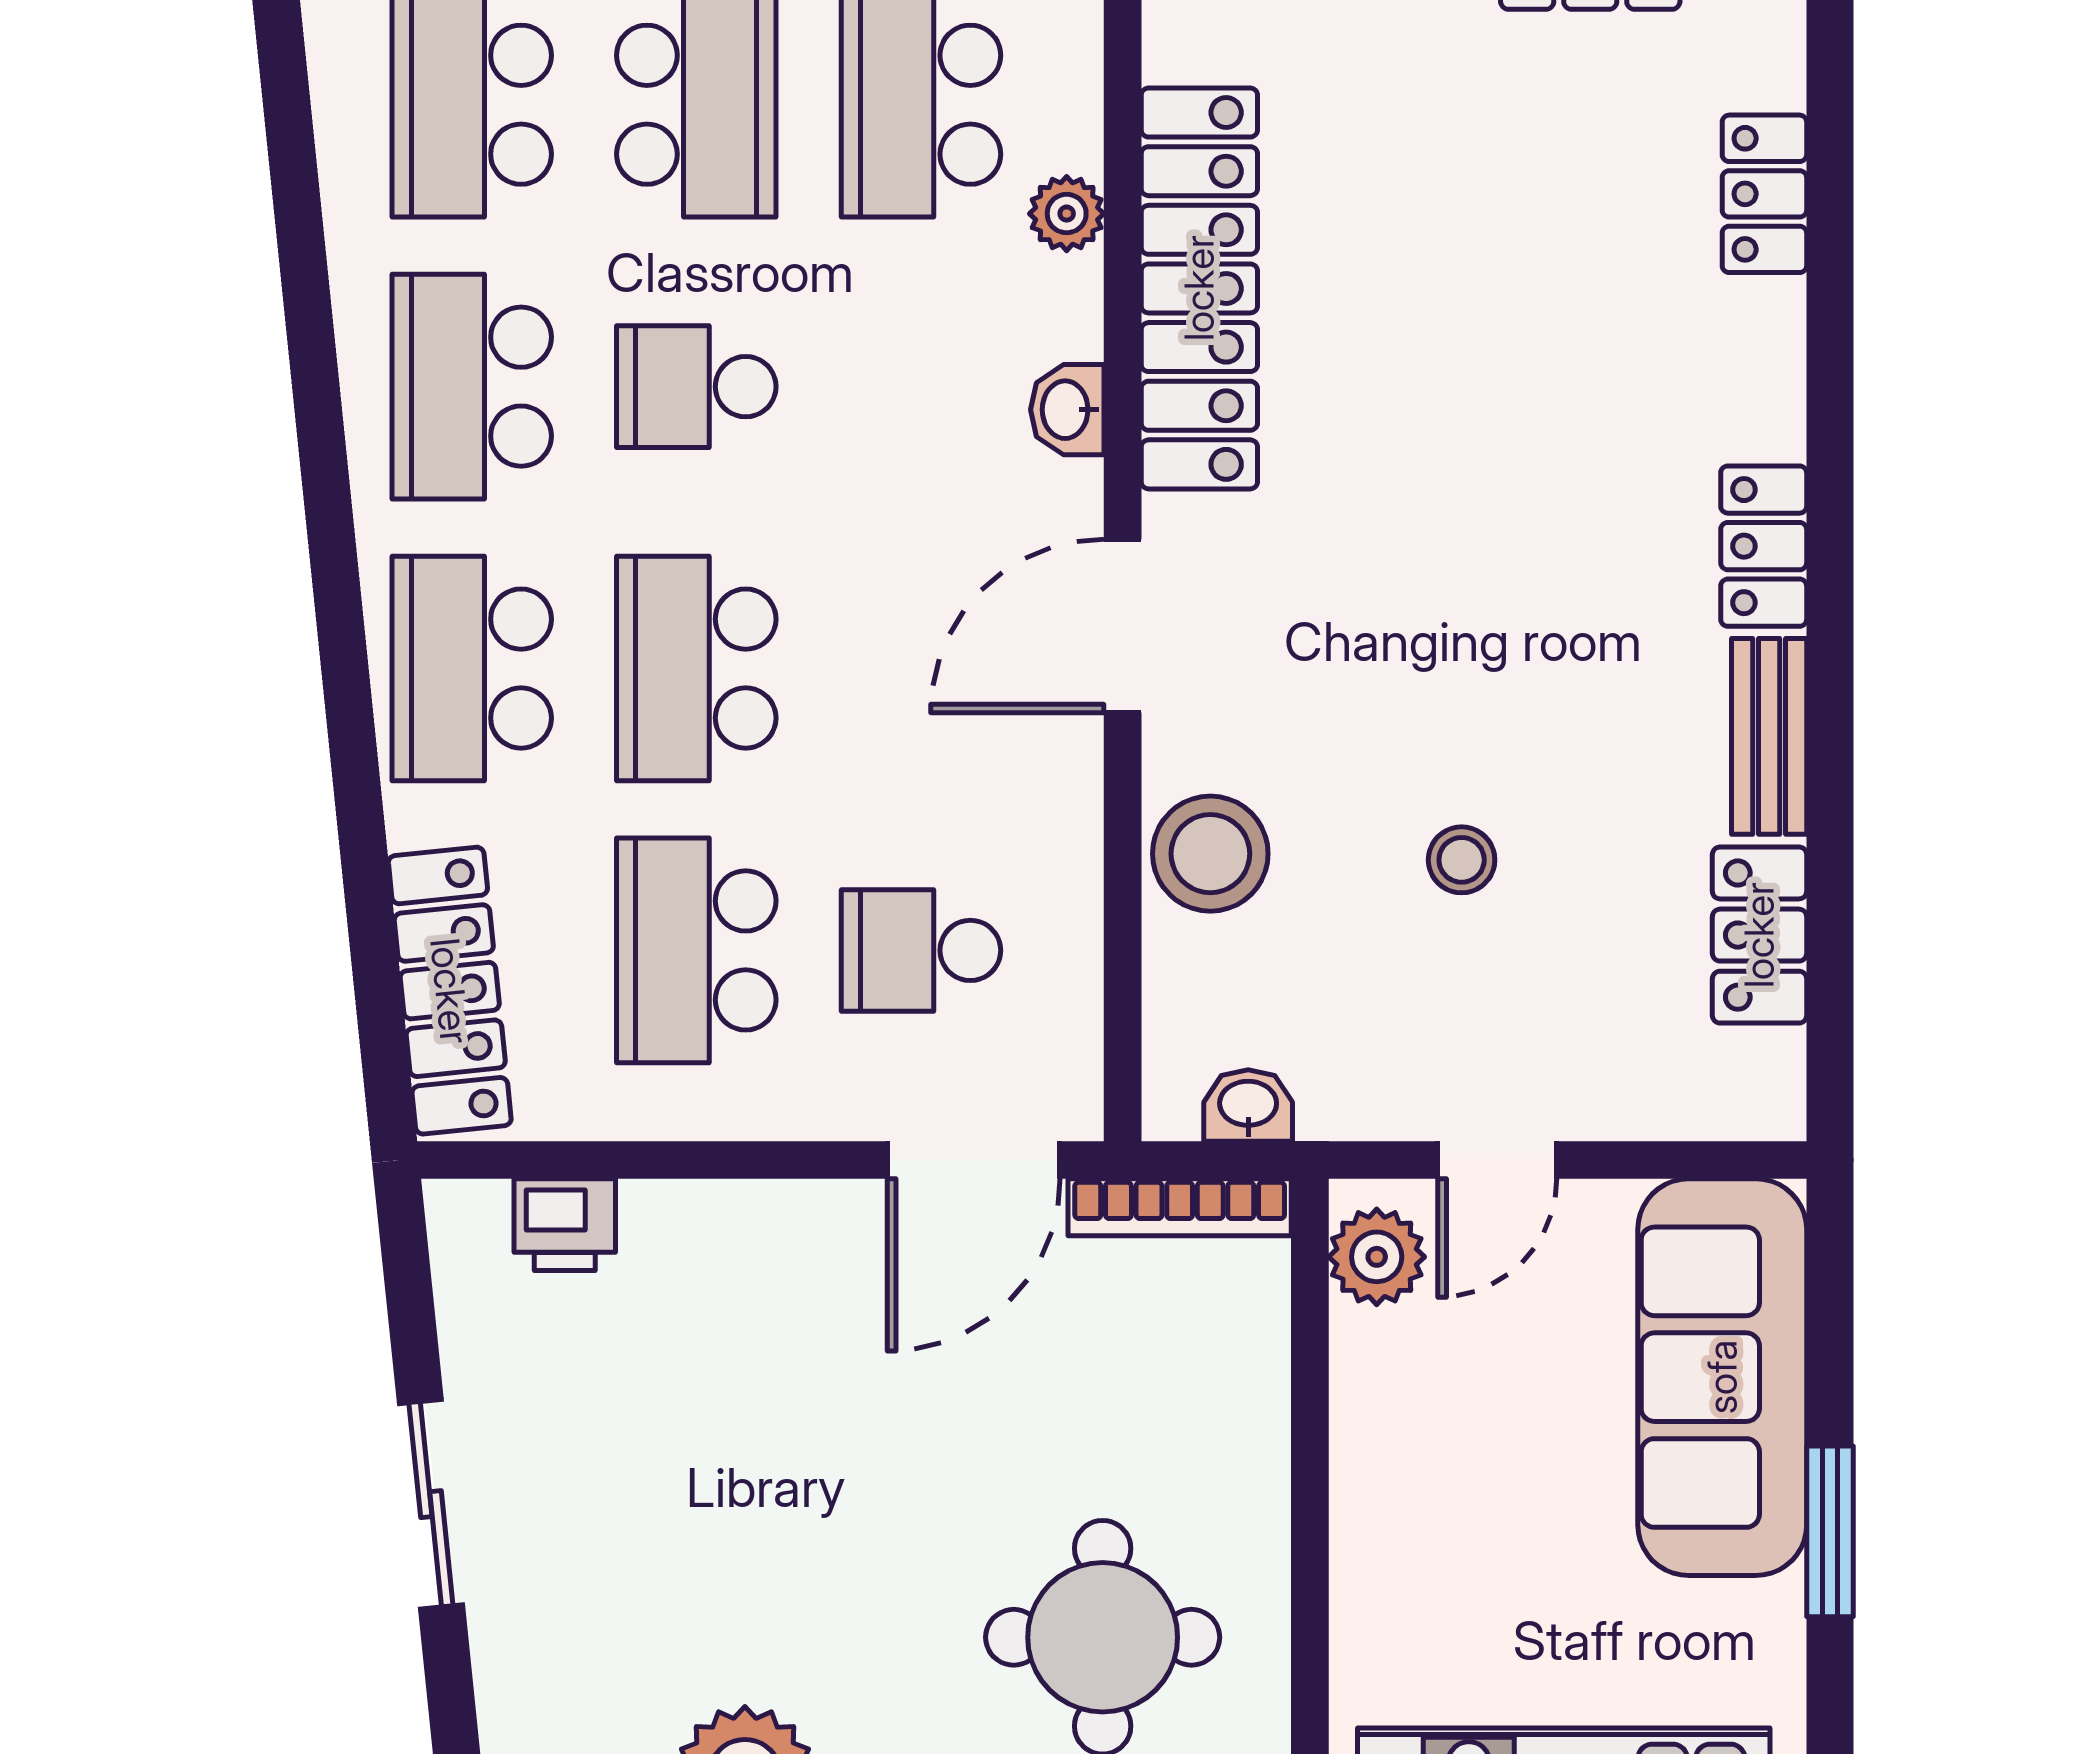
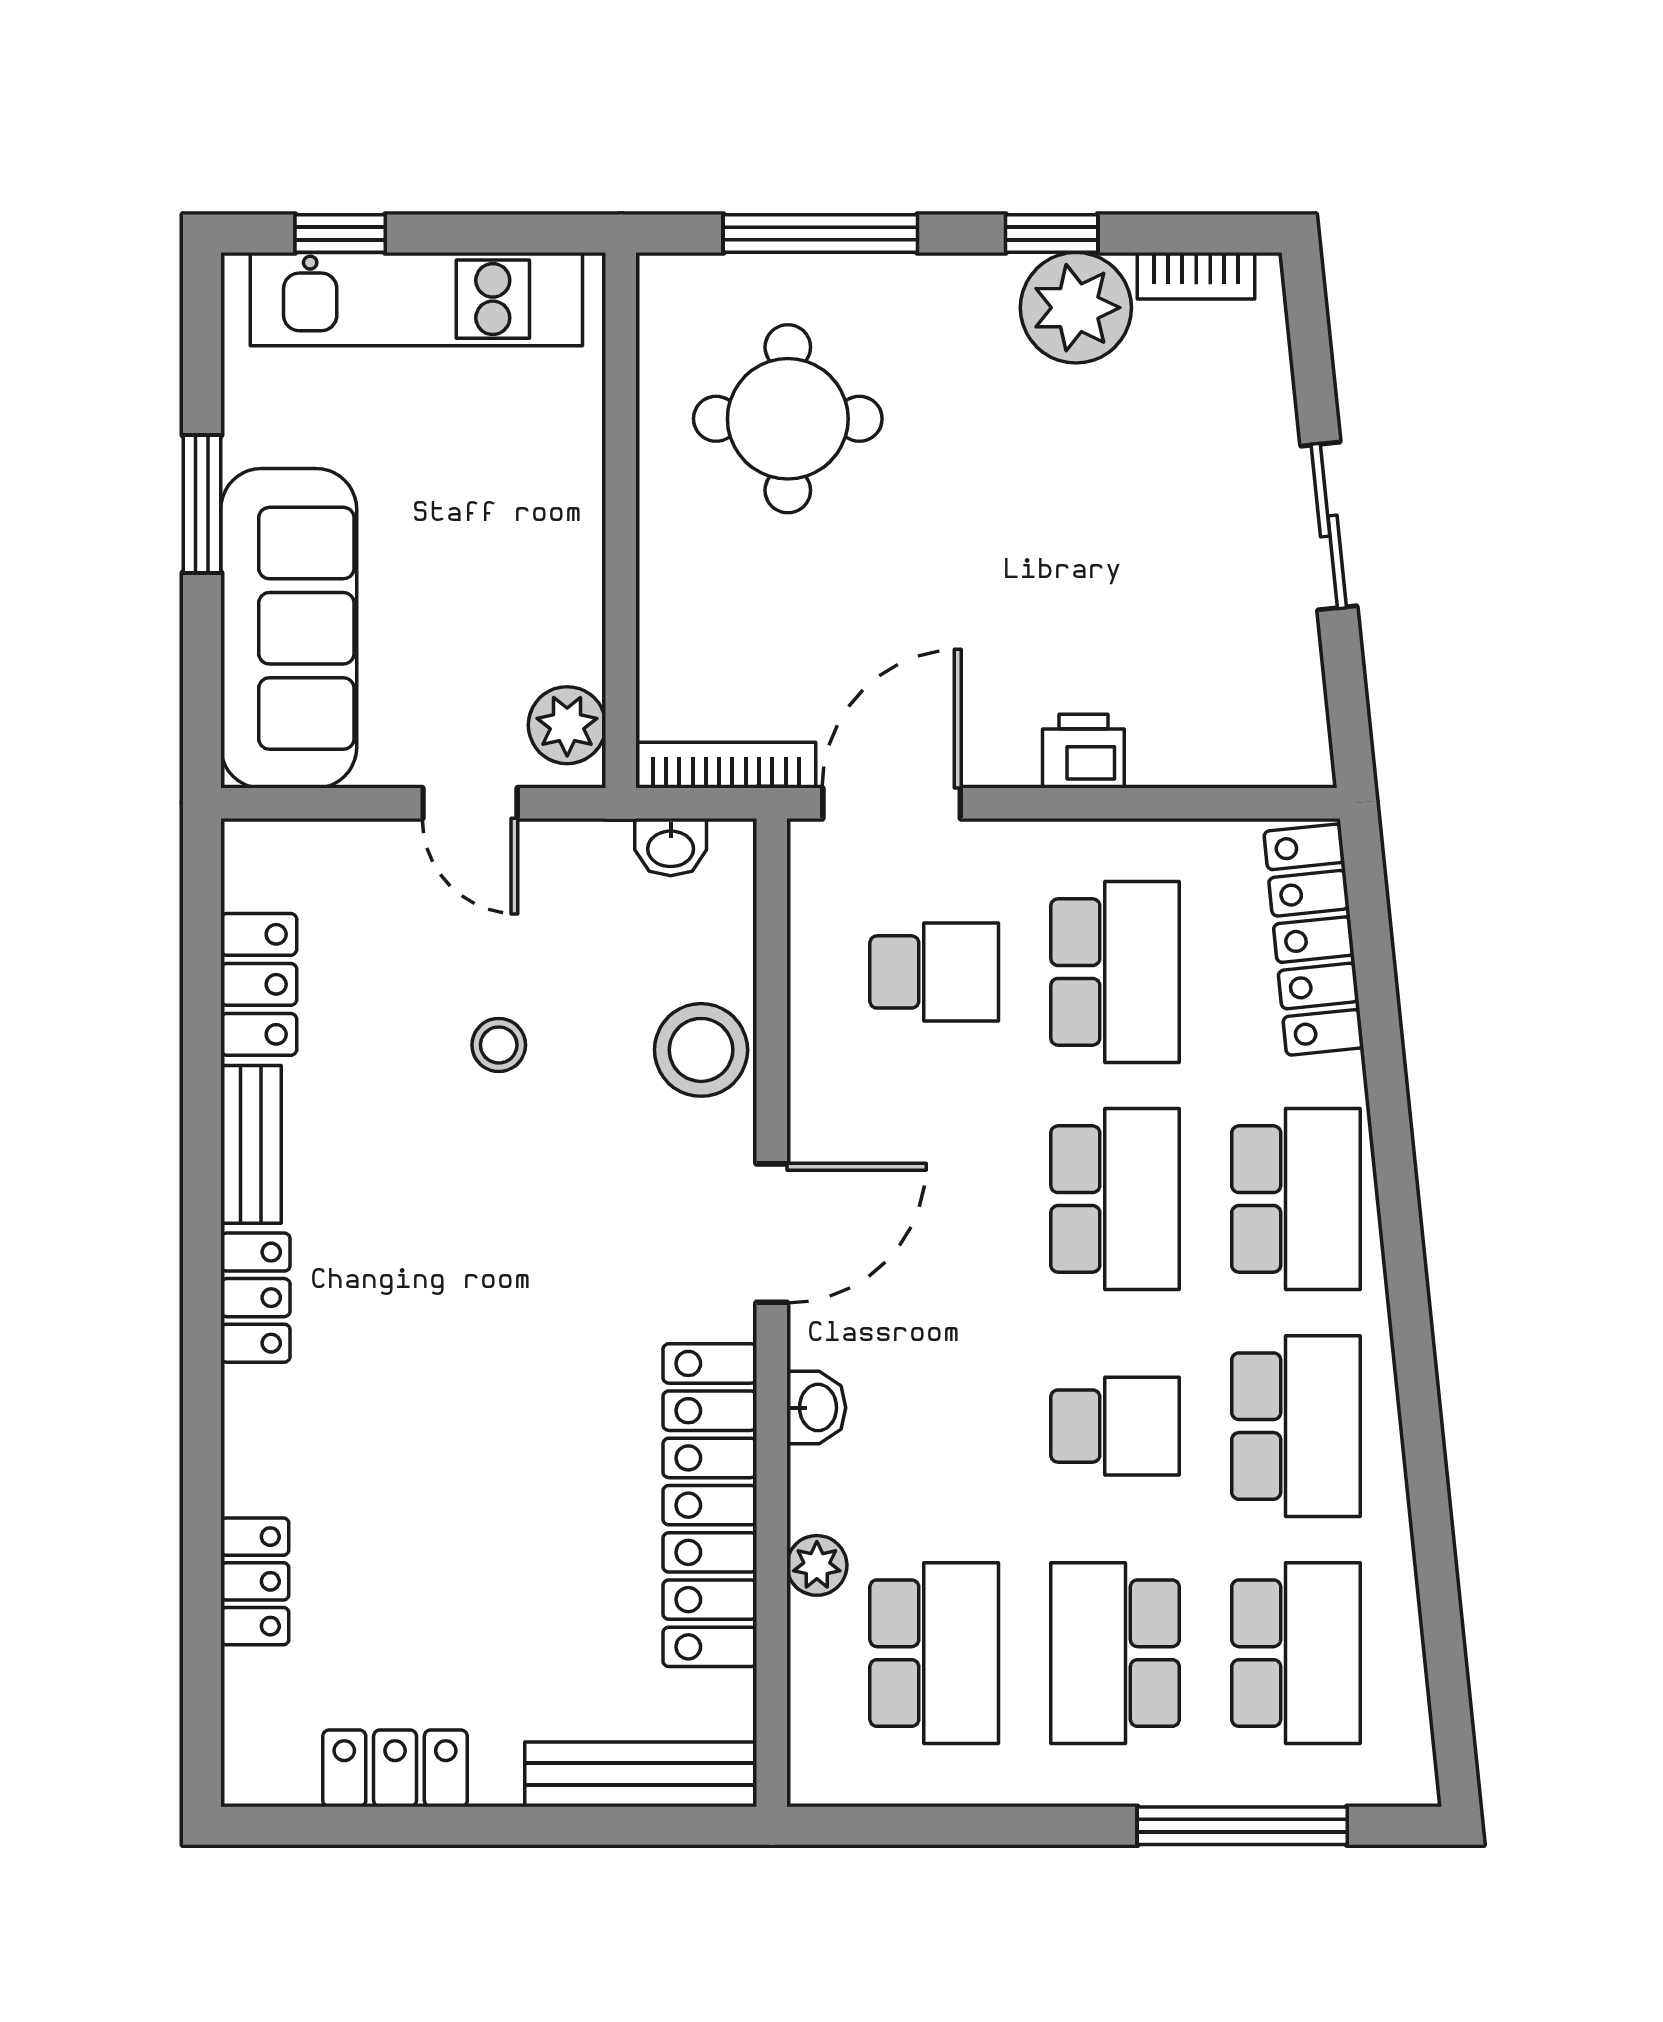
door: (1497, 1160) -> (470, 803), swing flipped
printer: (565, 1225) -> (1083, 751), moved

